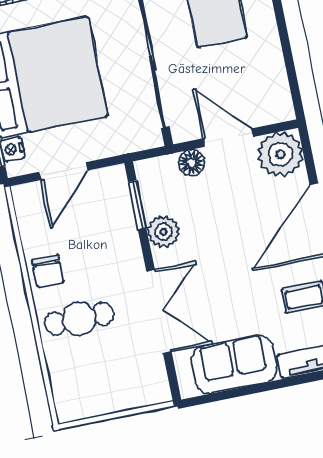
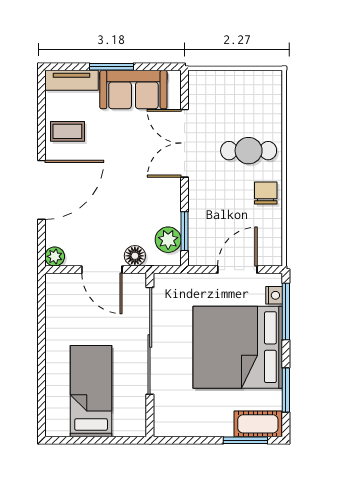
plant: (280, 154) -> (55, 256), width x0.53, depth x0.53
plant: (163, 232) -> (168, 240), moved
window: (266, 387) -> (112, 67), added

